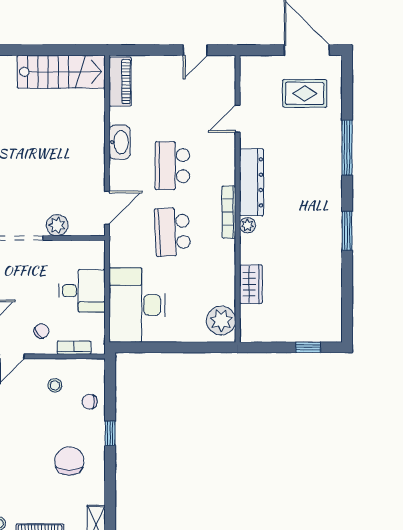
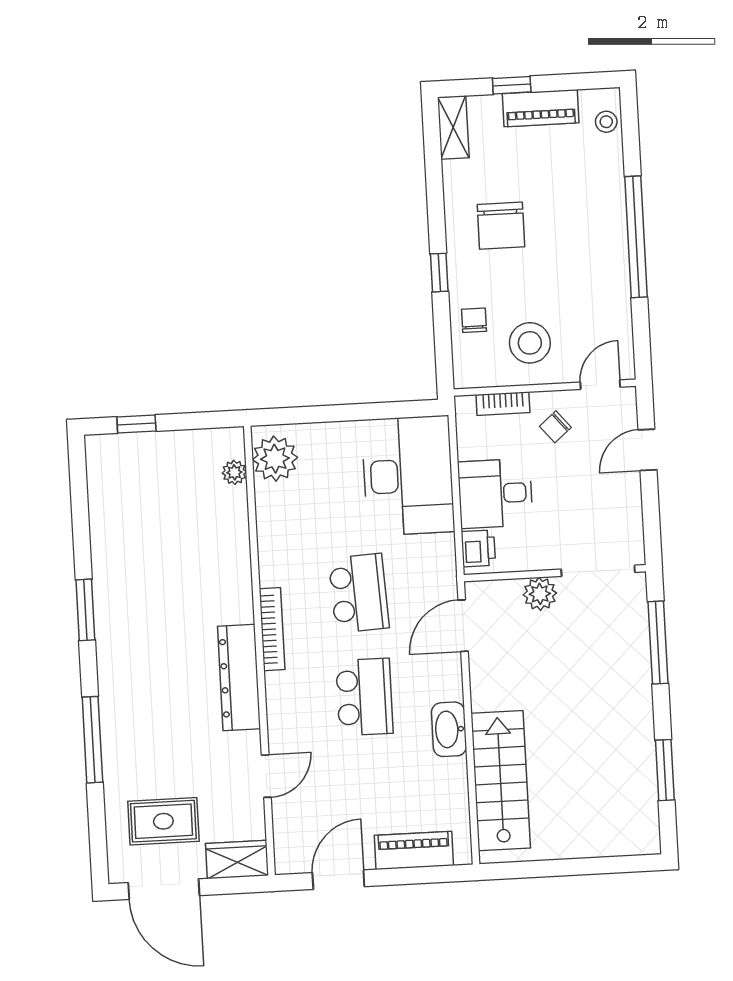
door: (195, 50) -> (338, 880), width x1.38
stairs: (61, 72) -> (501, 781), moved, turned 90
piano: (120, 82) -> (414, 850), moved, turned 90
plant: (247, 225) -> (234, 472), moved
printer: (95, 256) -> (478, 548), added
wardrobe: (251, 284) -> (237, 860), moved, turned 90
stool: (55, 385) -> (530, 343), width x1.89, depth x1.89
chair: (90, 402) -> (474, 320), turned -90

